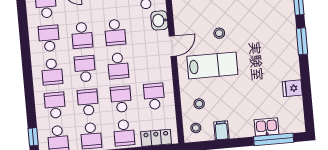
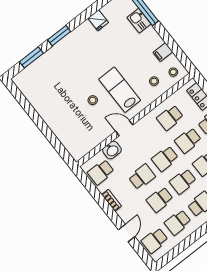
school desk: (82, 35) -> (160, 200), turned 180
school desk: (118, 66) -> (165, 159), turned 180

